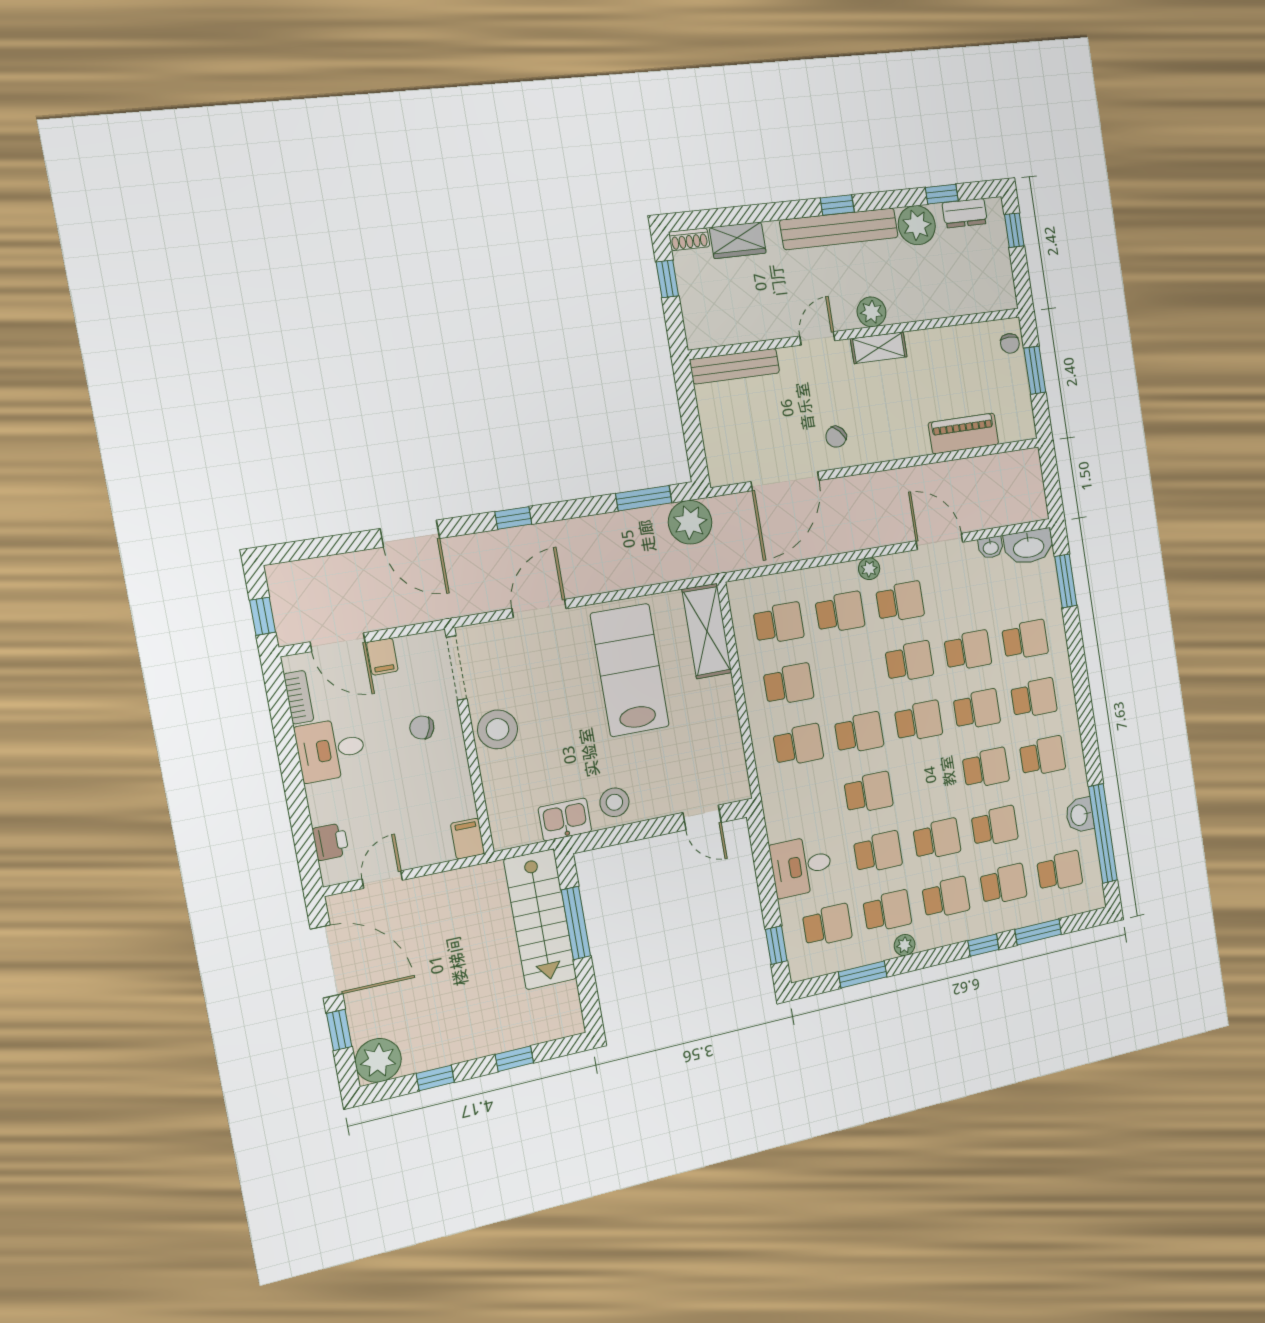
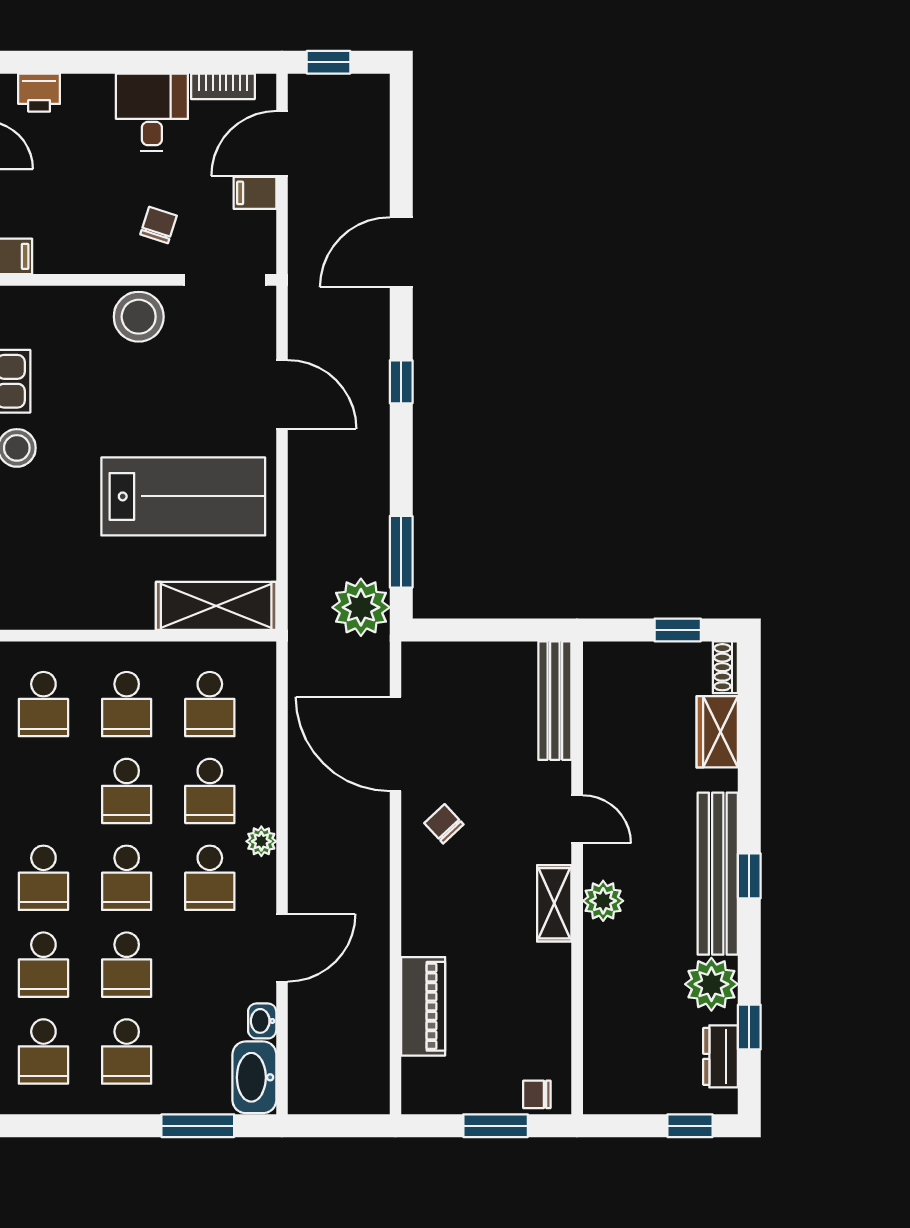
school desk: (859, 733) -> (127, 791), moved

